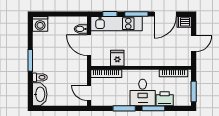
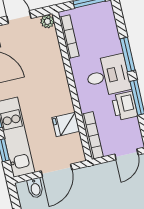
plant: (187, 61) -> (47, 21), added
printer: (165, 99) -> (125, 106), moved

